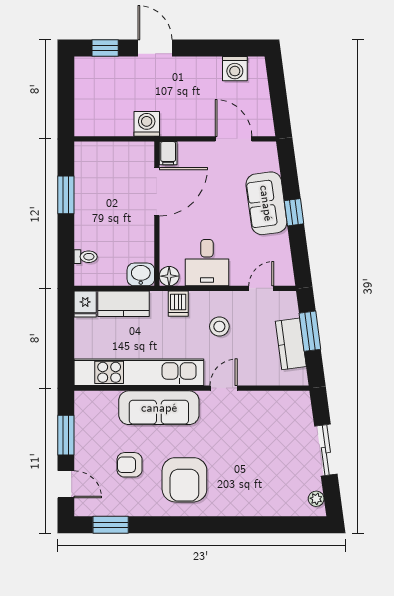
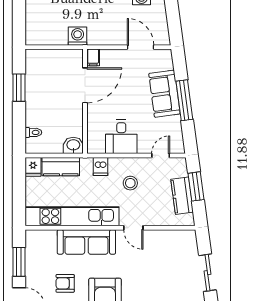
window: (294, 212) -> (184, 100), width x2.17
floor lamp: (169, 276) -> (94, 147), removed
door: (224, 388) -> (133, 228), swing flipped

